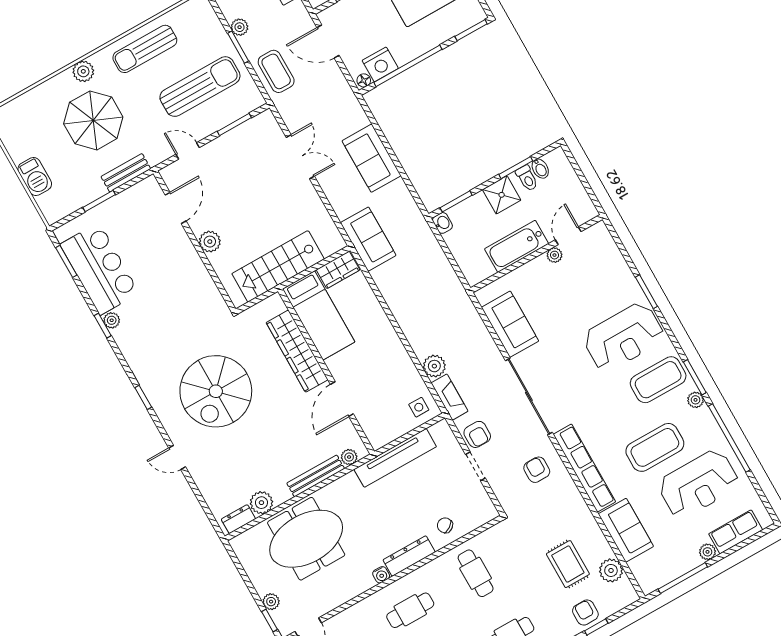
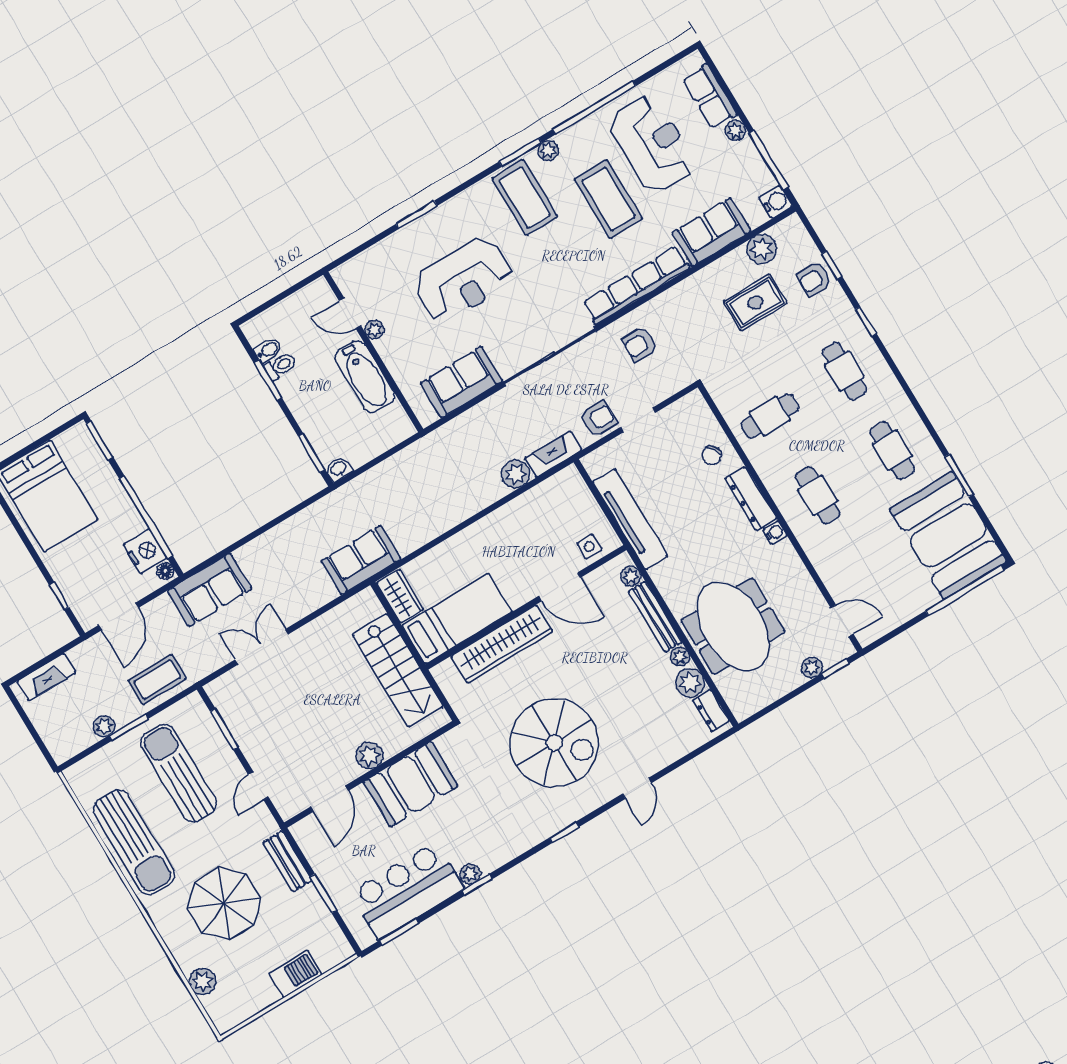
sun lounger: (145, 49) -> (134, 842), width x1.36, depth x1.34
plant: (83, 71) -> (202, 981), moved
sofa: (372, 158) -> (210, 590), moved
shower: (502, 195) -> (302, 397), removed
door: (176, 208) -> (329, 799), swing flipped
booth: (186, 274) -> (411, 784), added
reception desk: (624, 337) -> (464, 280), moved, turned 90
side table: (419, 407) -> (589, 547), moved
plant: (283, 495) -> (680, 657), added
water cooler: (649, 583) -> (776, 202), added

